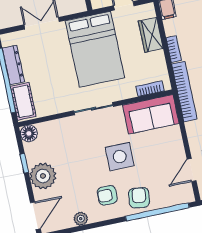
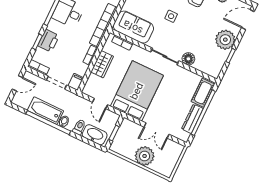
wardrobe: (151, 35) -> (102, 64), moved
floor lamp: (29, 133) -> (188, 59), moved
side table: (120, 157) -> (171, 16), width x0.54, depth x0.54

